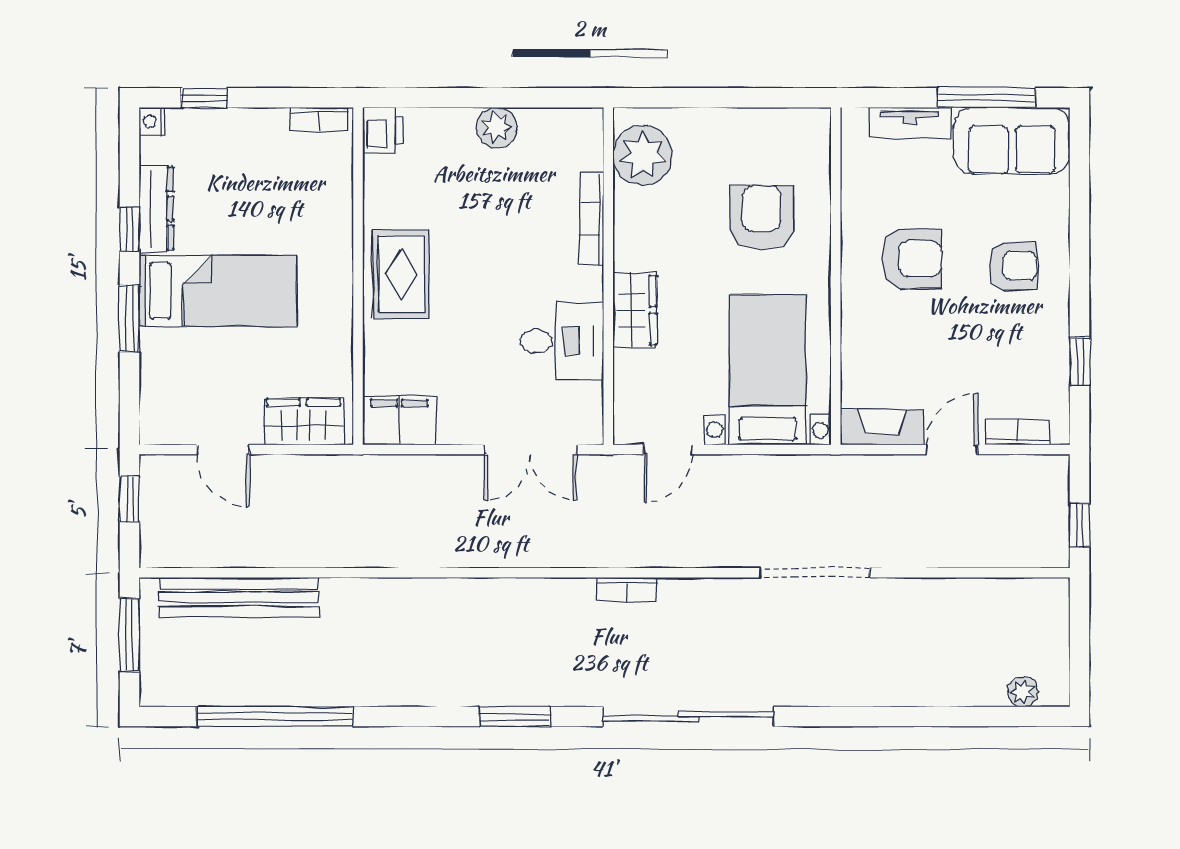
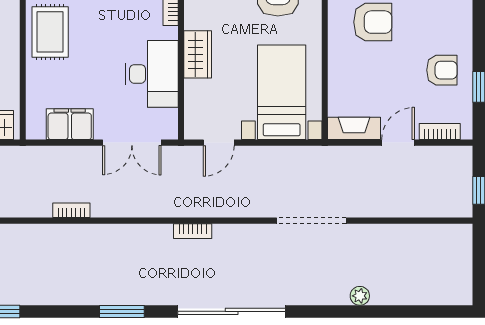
armchair: (1013, 266) -> (442, 70), moved
desk: (562, 341) -> (152, 74), width x1.37
filing cabinet: (399, 420) -> (70, 124), moved
bookcase: (435, 557) -> (71, 210), added
plant: (1023, 692) -> (360, 296), moved

